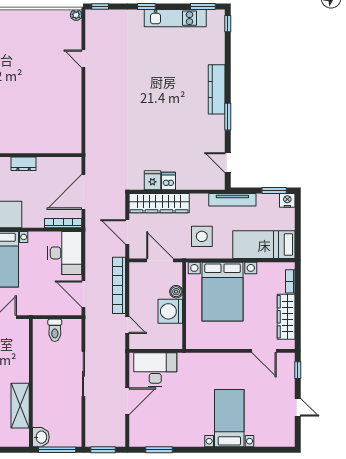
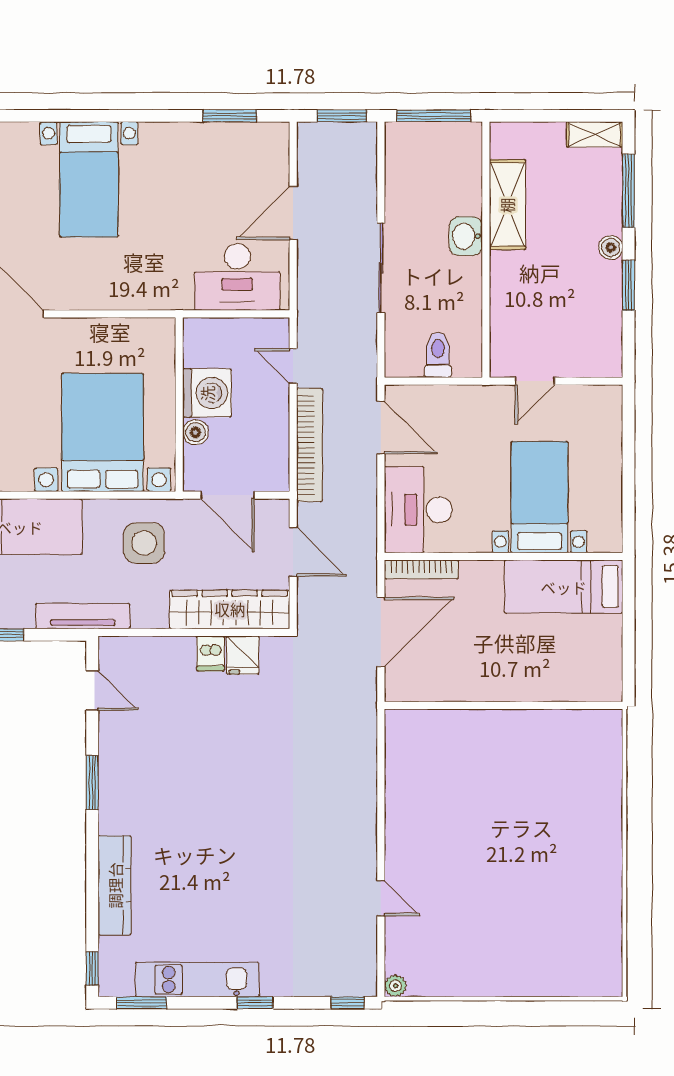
kitchen counter: (217, 89) -> (115, 885), moved
dresser: (24, 164) -> (501, 688), removed
washbasin: (41, 437) -> (466, 236), moved

